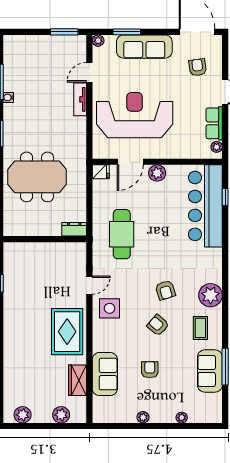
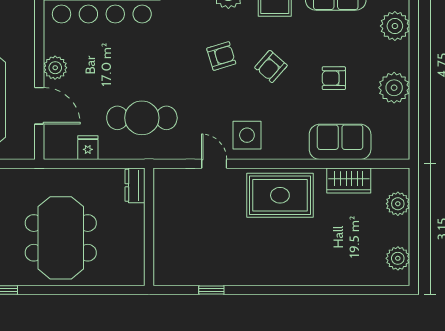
fridge: (101, 172) -> (88, 148), moved
plant: (143, 417) -> (394, 88), width x1.88, depth x1.88
plant: (182, 418) -> (395, 26), width x1.88, depth x1.88

